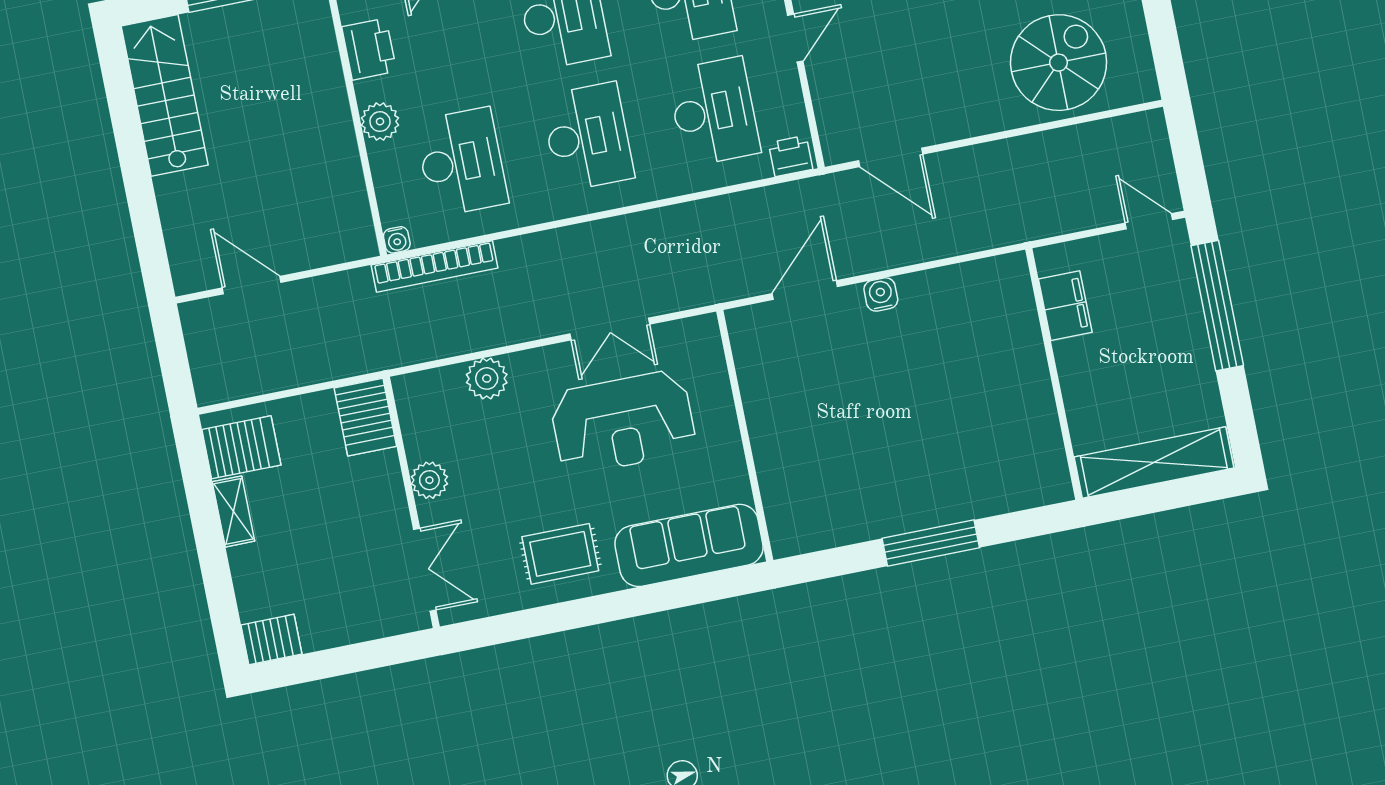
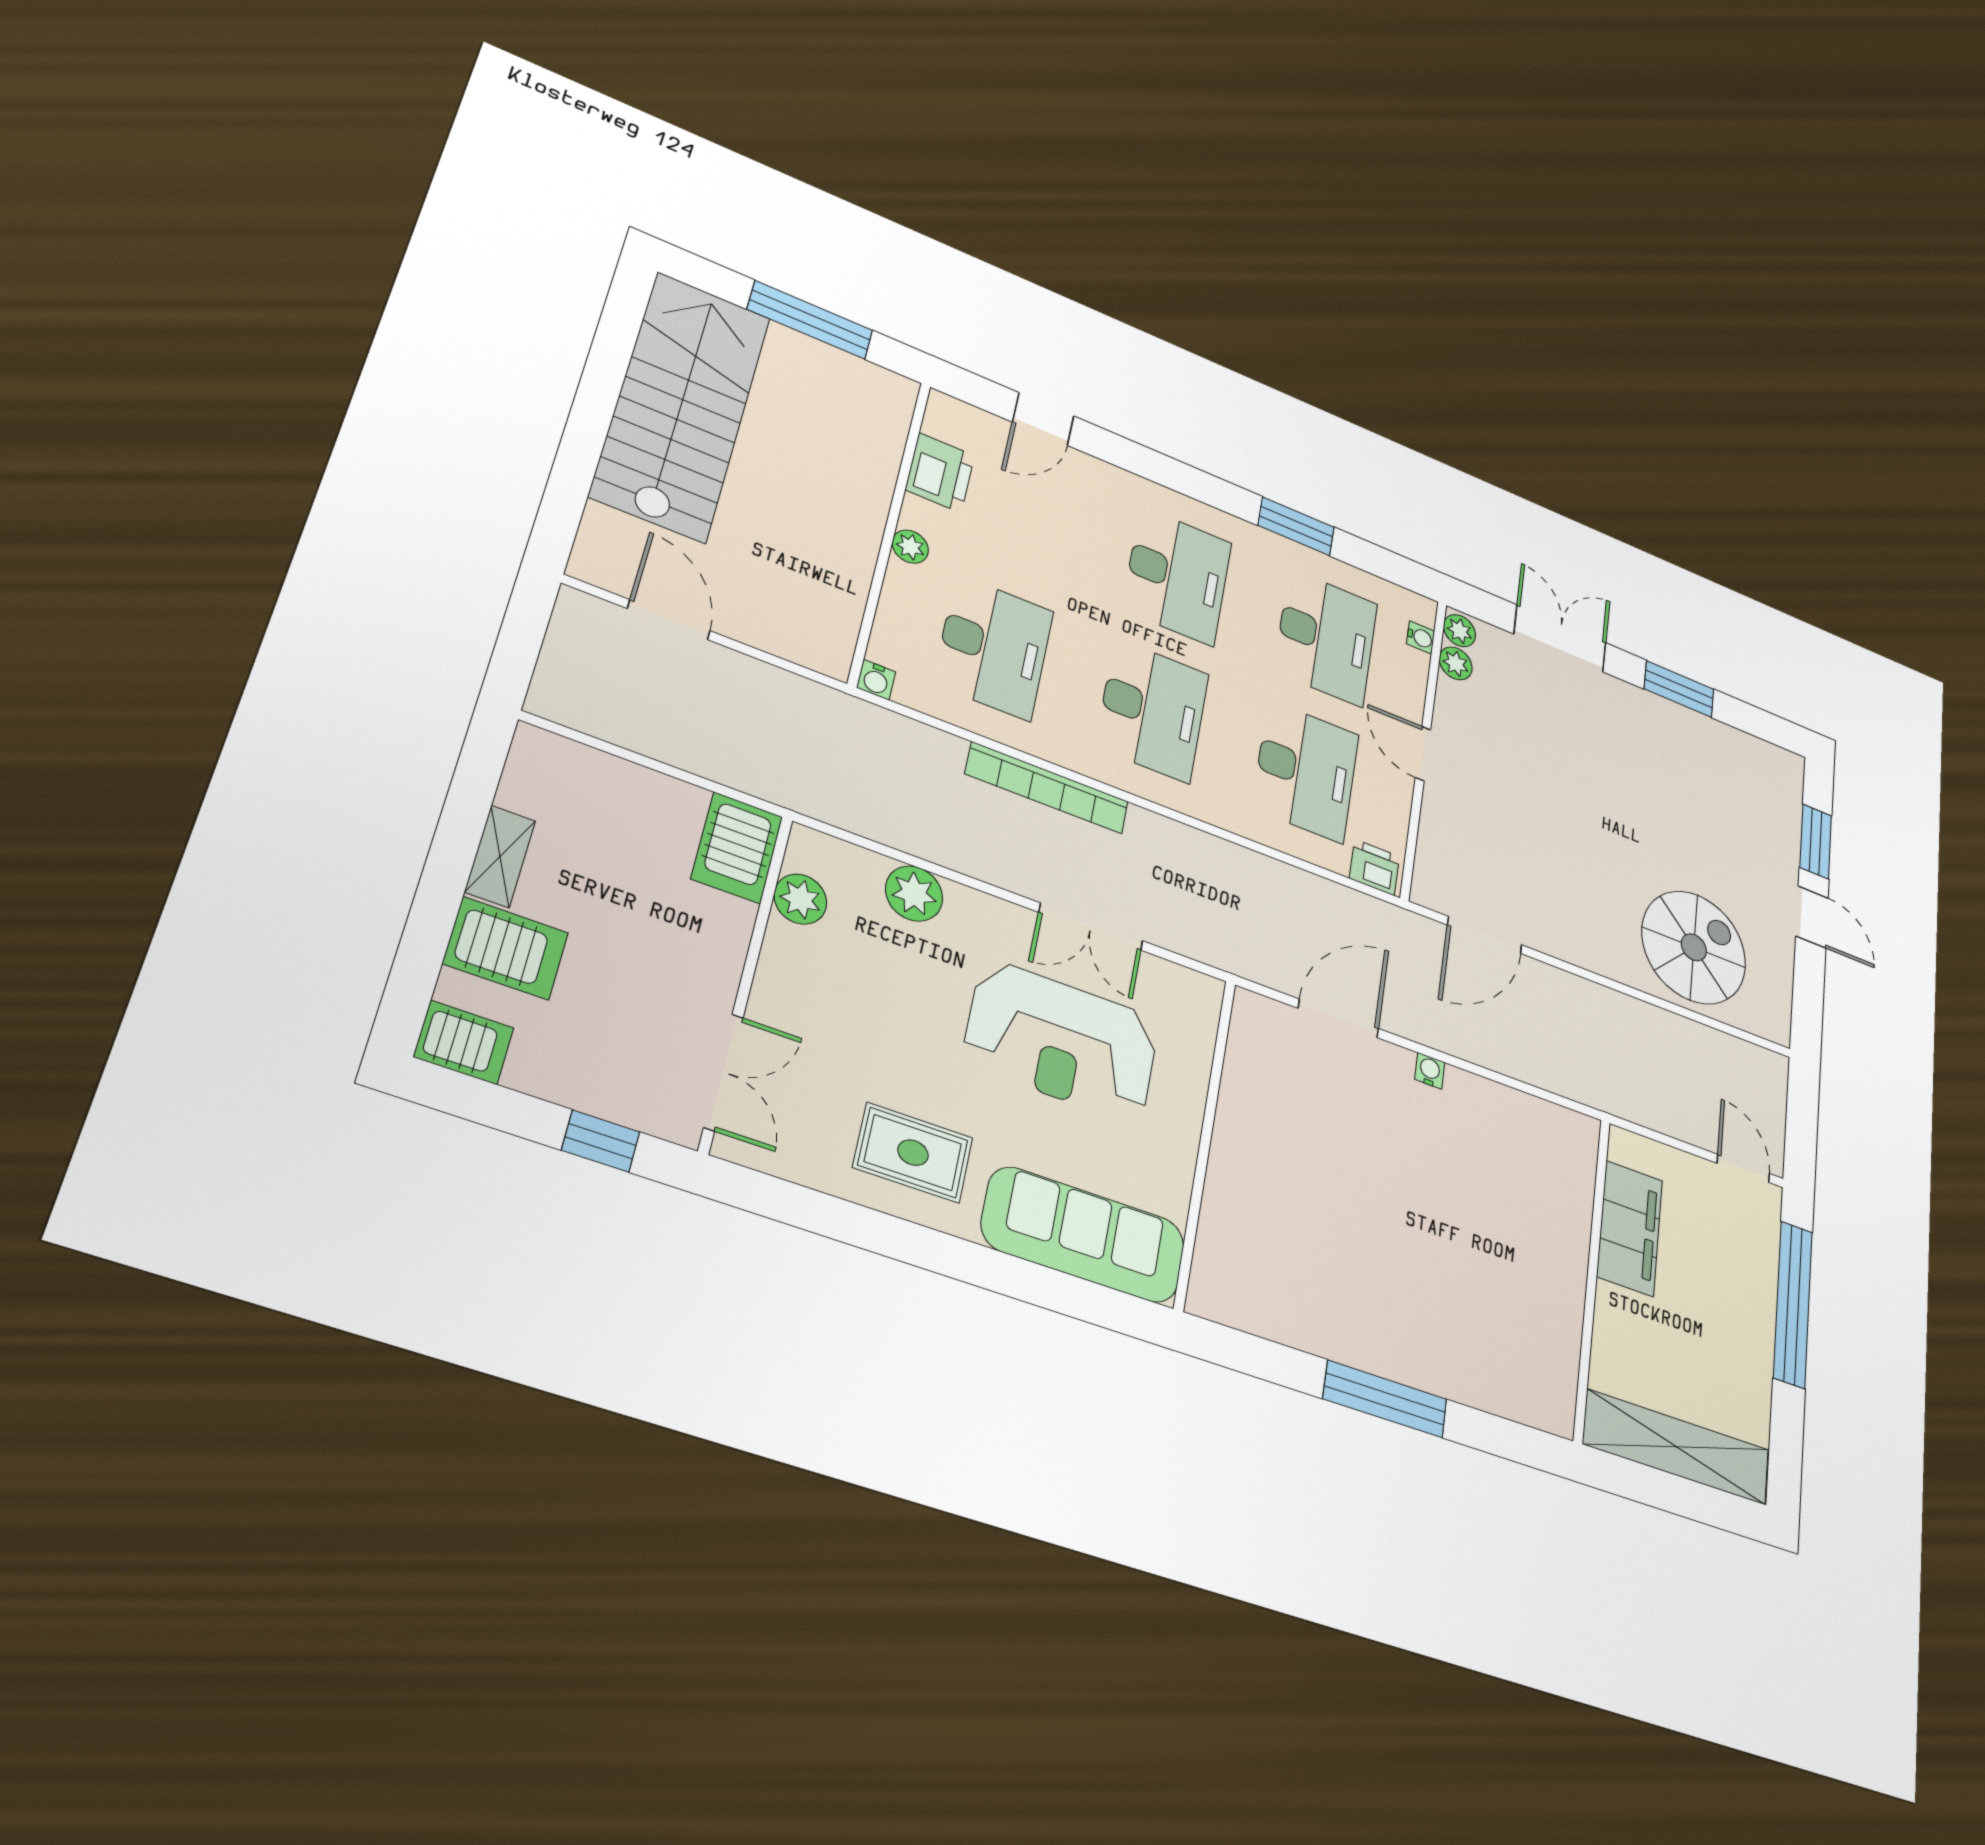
door: (795, 38) -> (1423, 754), swing flipped
stairs: (165, 95) -> (681, 405), width x1.36, depth x1.51
plant: (380, 122) -> (910, 547), width x0.73, depth x0.73
door: (891, 157) -> (1485, 935), hinge flipped
bookcase: (435, 266) -> (1047, 788), moved
water cooler: (881, 294) -> (1430, 1071), width x0.72, depth x0.72
filing cabinet: (1065, 306) -> (1630, 1228), width x1.50, depth x1.17
server rack: (241, 447) -> (506, 948), moved
plant: (429, 480) -> (800, 899), moved
window: (375, 654) -> (601, 1141), added

